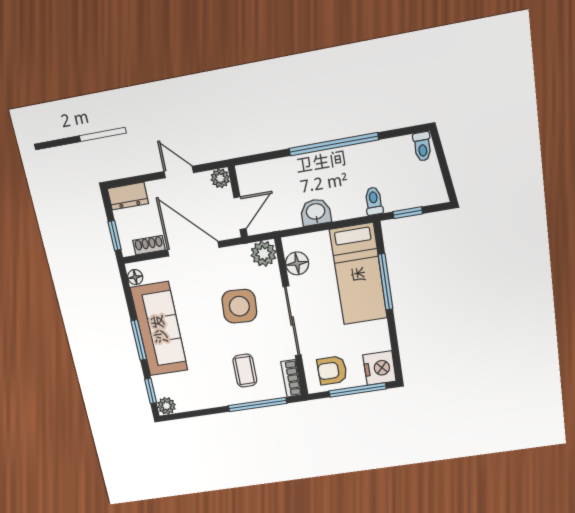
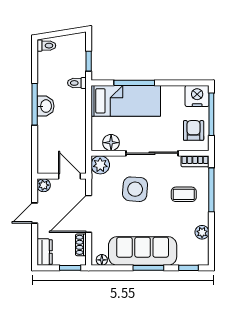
window: (334, 144) -> (35, 104), width x0.68
washbasin: (316, 212) -> (45, 106), moved, turned 180
armchair: (332, 370) -> (194, 130), turned 180
plant: (166, 406) -> (202, 232), moved

